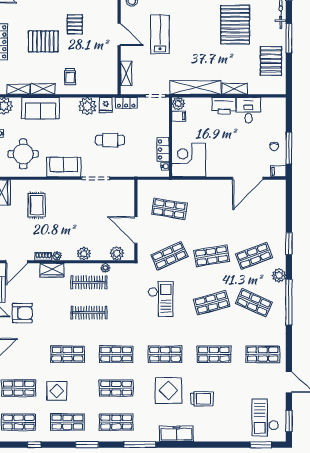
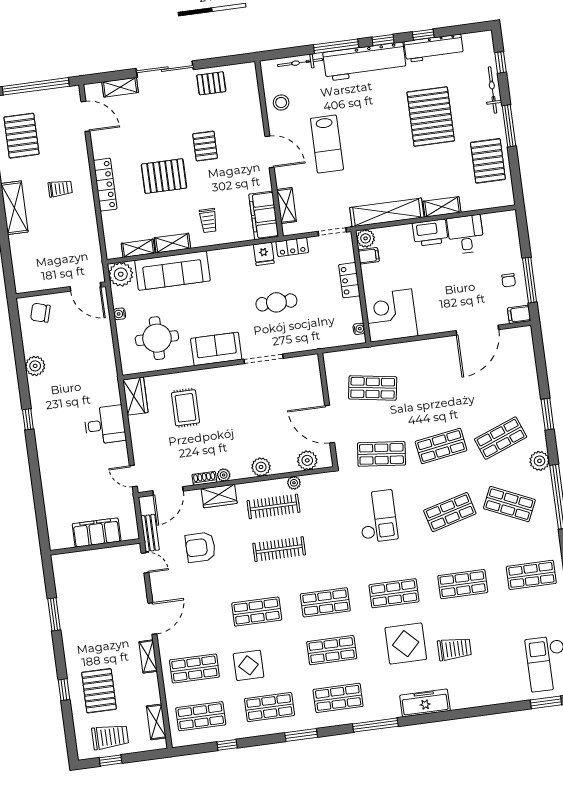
lab bench: (160, 34) -> (327, 144), turned 180
filing cabinet: (109, 78) -> (264, 215), added
plant: (87, 106) -> (238, 259), removed
sofa: (40, 108) -> (172, 271), width x1.36
locker: (163, 150) -> (349, 280), moved
shop shelf: (169, 256) -> (381, 454), turned 30
armchair: (22, 313) -> (200, 547), moved, turned 180

